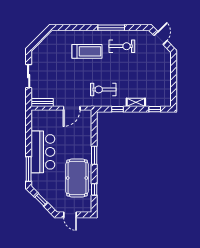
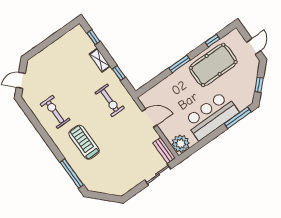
window: (111, 28) -> (72, 174), moved
sliding door: (29, 76) -> (158, 175), moved
plant: (39, 117) -> (181, 144), added

